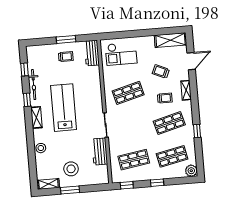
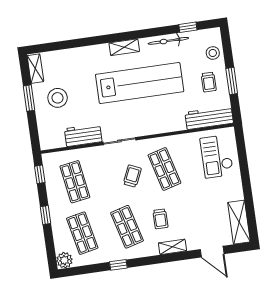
workbench: (92, 53) -> (209, 118), width x1.38
trolley: (161, 72) -> (132, 176), moved
window: (27, 100) -> (147, 33), removed
lab bench: (64, 108) -> (140, 83), width x1.36
stool: (41, 148) -> (213, 53), moved

